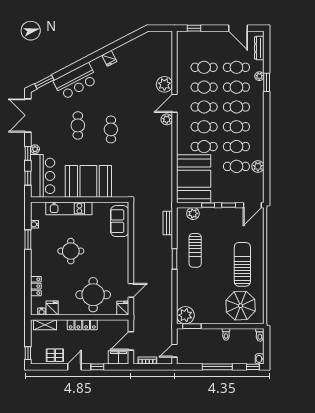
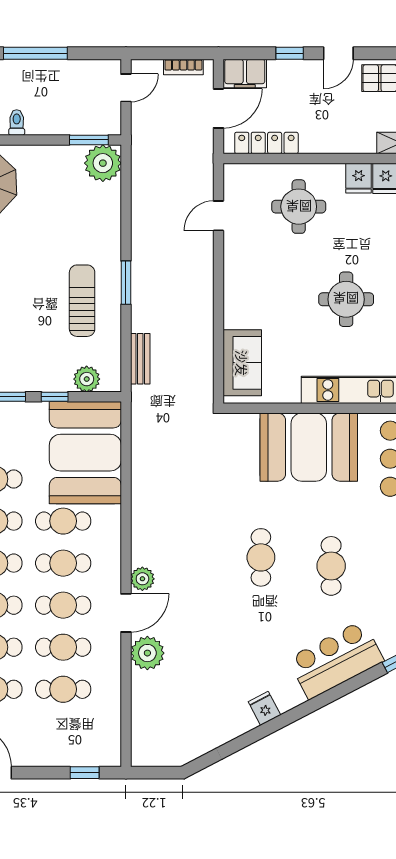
round table: (93, 295) -> (299, 207), width x0.73, depth x0.73
fridge: (123, 308) -> (359, 178), moved
locker: (82, 325) -> (266, 143), moved

